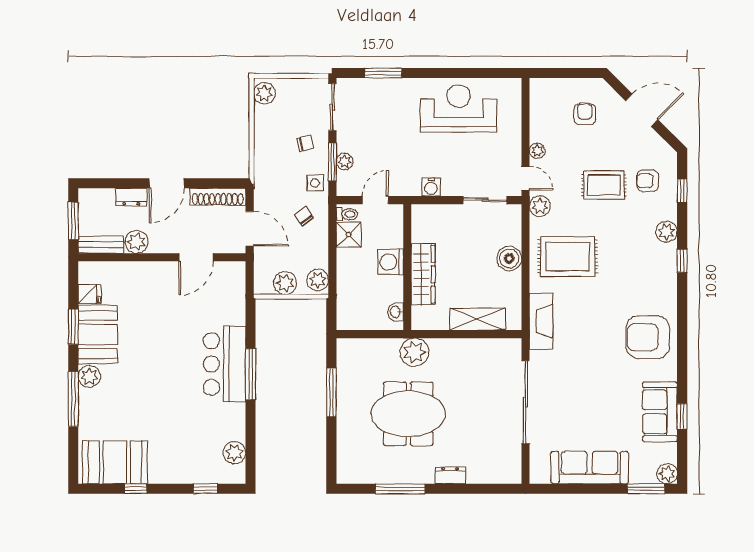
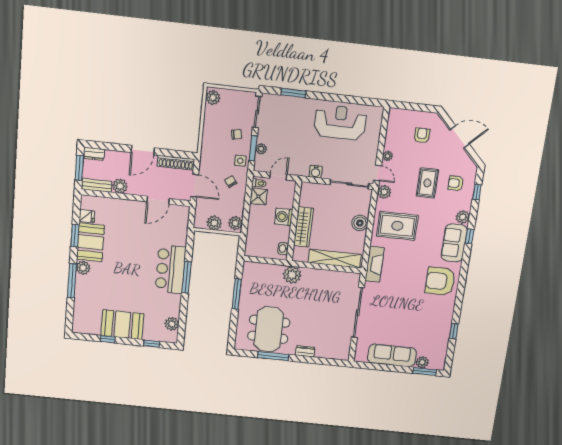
rug: (604, 185) -> (427, 183), turned 90
dresser: (131, 197) -> (94, 154), moved
sliding door: (485, 200) -> (349, 184), width x1.37
shelving: (477, 319) -> (335, 259), width x1.47
sofa: (660, 412) -> (454, 243), moved
meeting table: (408, 414) -> (269, 329), moved, turned 90
booth: (115, 462) -> (122, 325), moved
plant: (667, 474) -> (422, 362), moved

